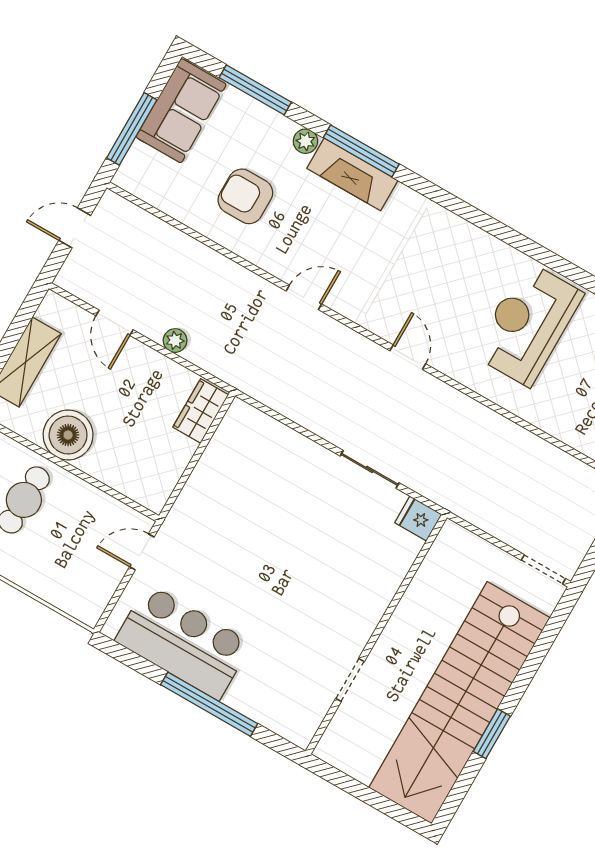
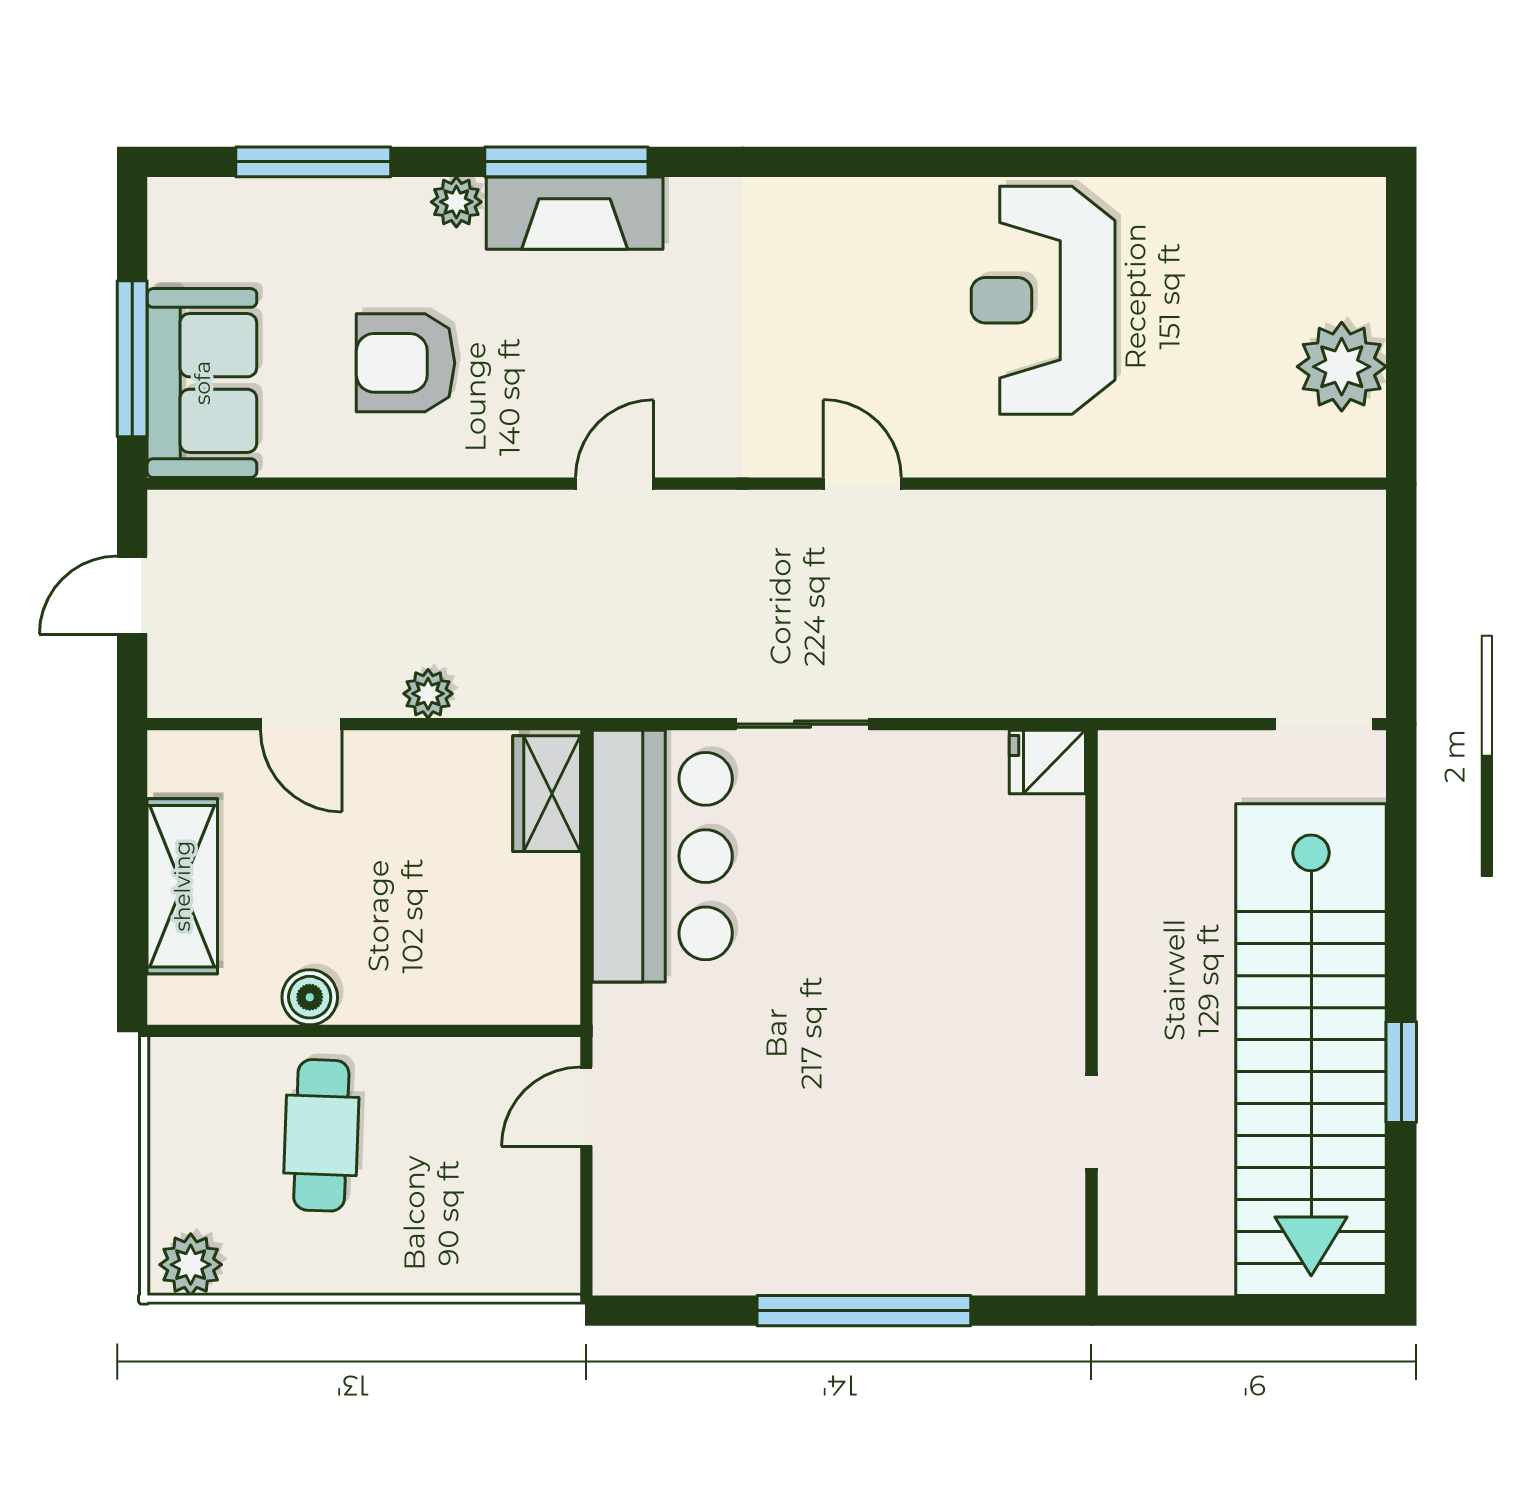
sofa: (181, 111) -> (202, 383), moved
boiler: (68, 435) -> (310, 997), width x0.54, depth x0.54
sliding door: (370, 469) -> (803, 724), moved
bar counter: (183, 642) -> (662, 856), moved, turned 90

